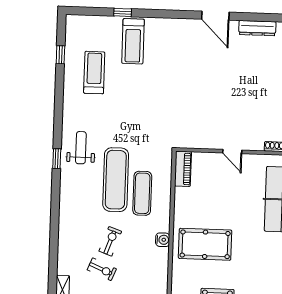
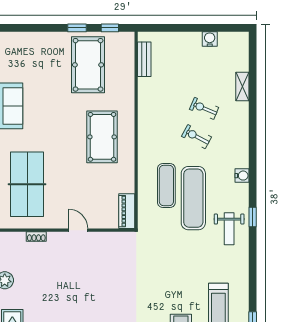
water cooler: (163, 240) -> (242, 176), moved, turned 180
exercise bike: (110, 241) -> (197, 137), turned 98
pool table: (205, 244) -> (102, 137), turned 90

